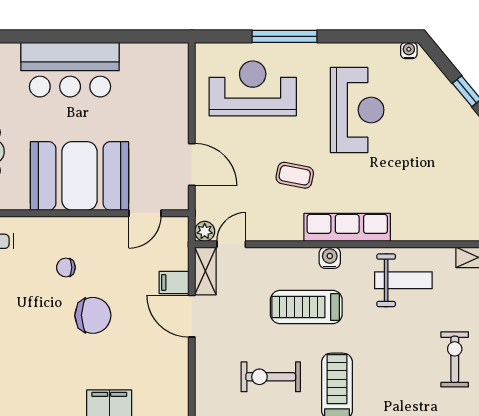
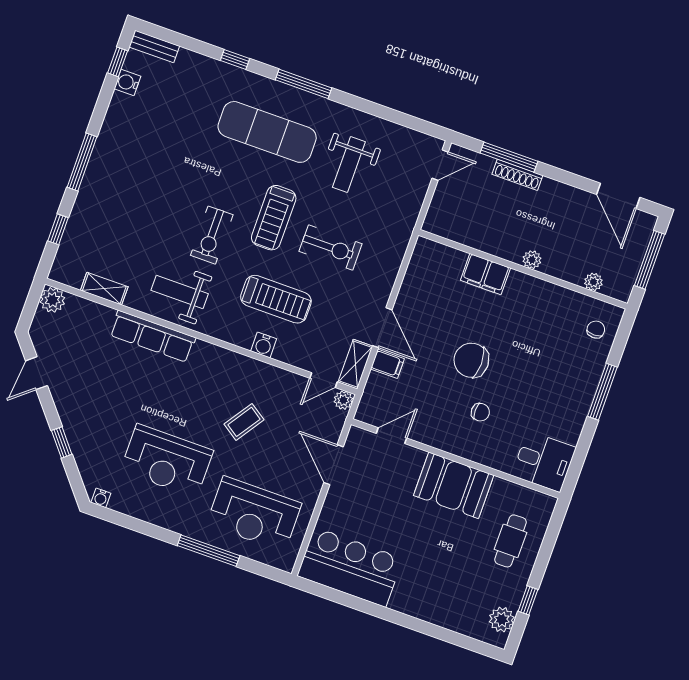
bar counter: (70, 70) -> (350, 567), moved
reception desk: (357, 110) -> (167, 461), turned -90
coffee table: (295, 175) -> (244, 422), turned -67
booth: (79, 176) -> (454, 485), width x0.73, depth x0.70
row of seats: (347, 227) -> (153, 336), moved
water cooler: (330, 258) -> (264, 345), moved
exercise bike: (455, 359) -> (212, 235), moved

